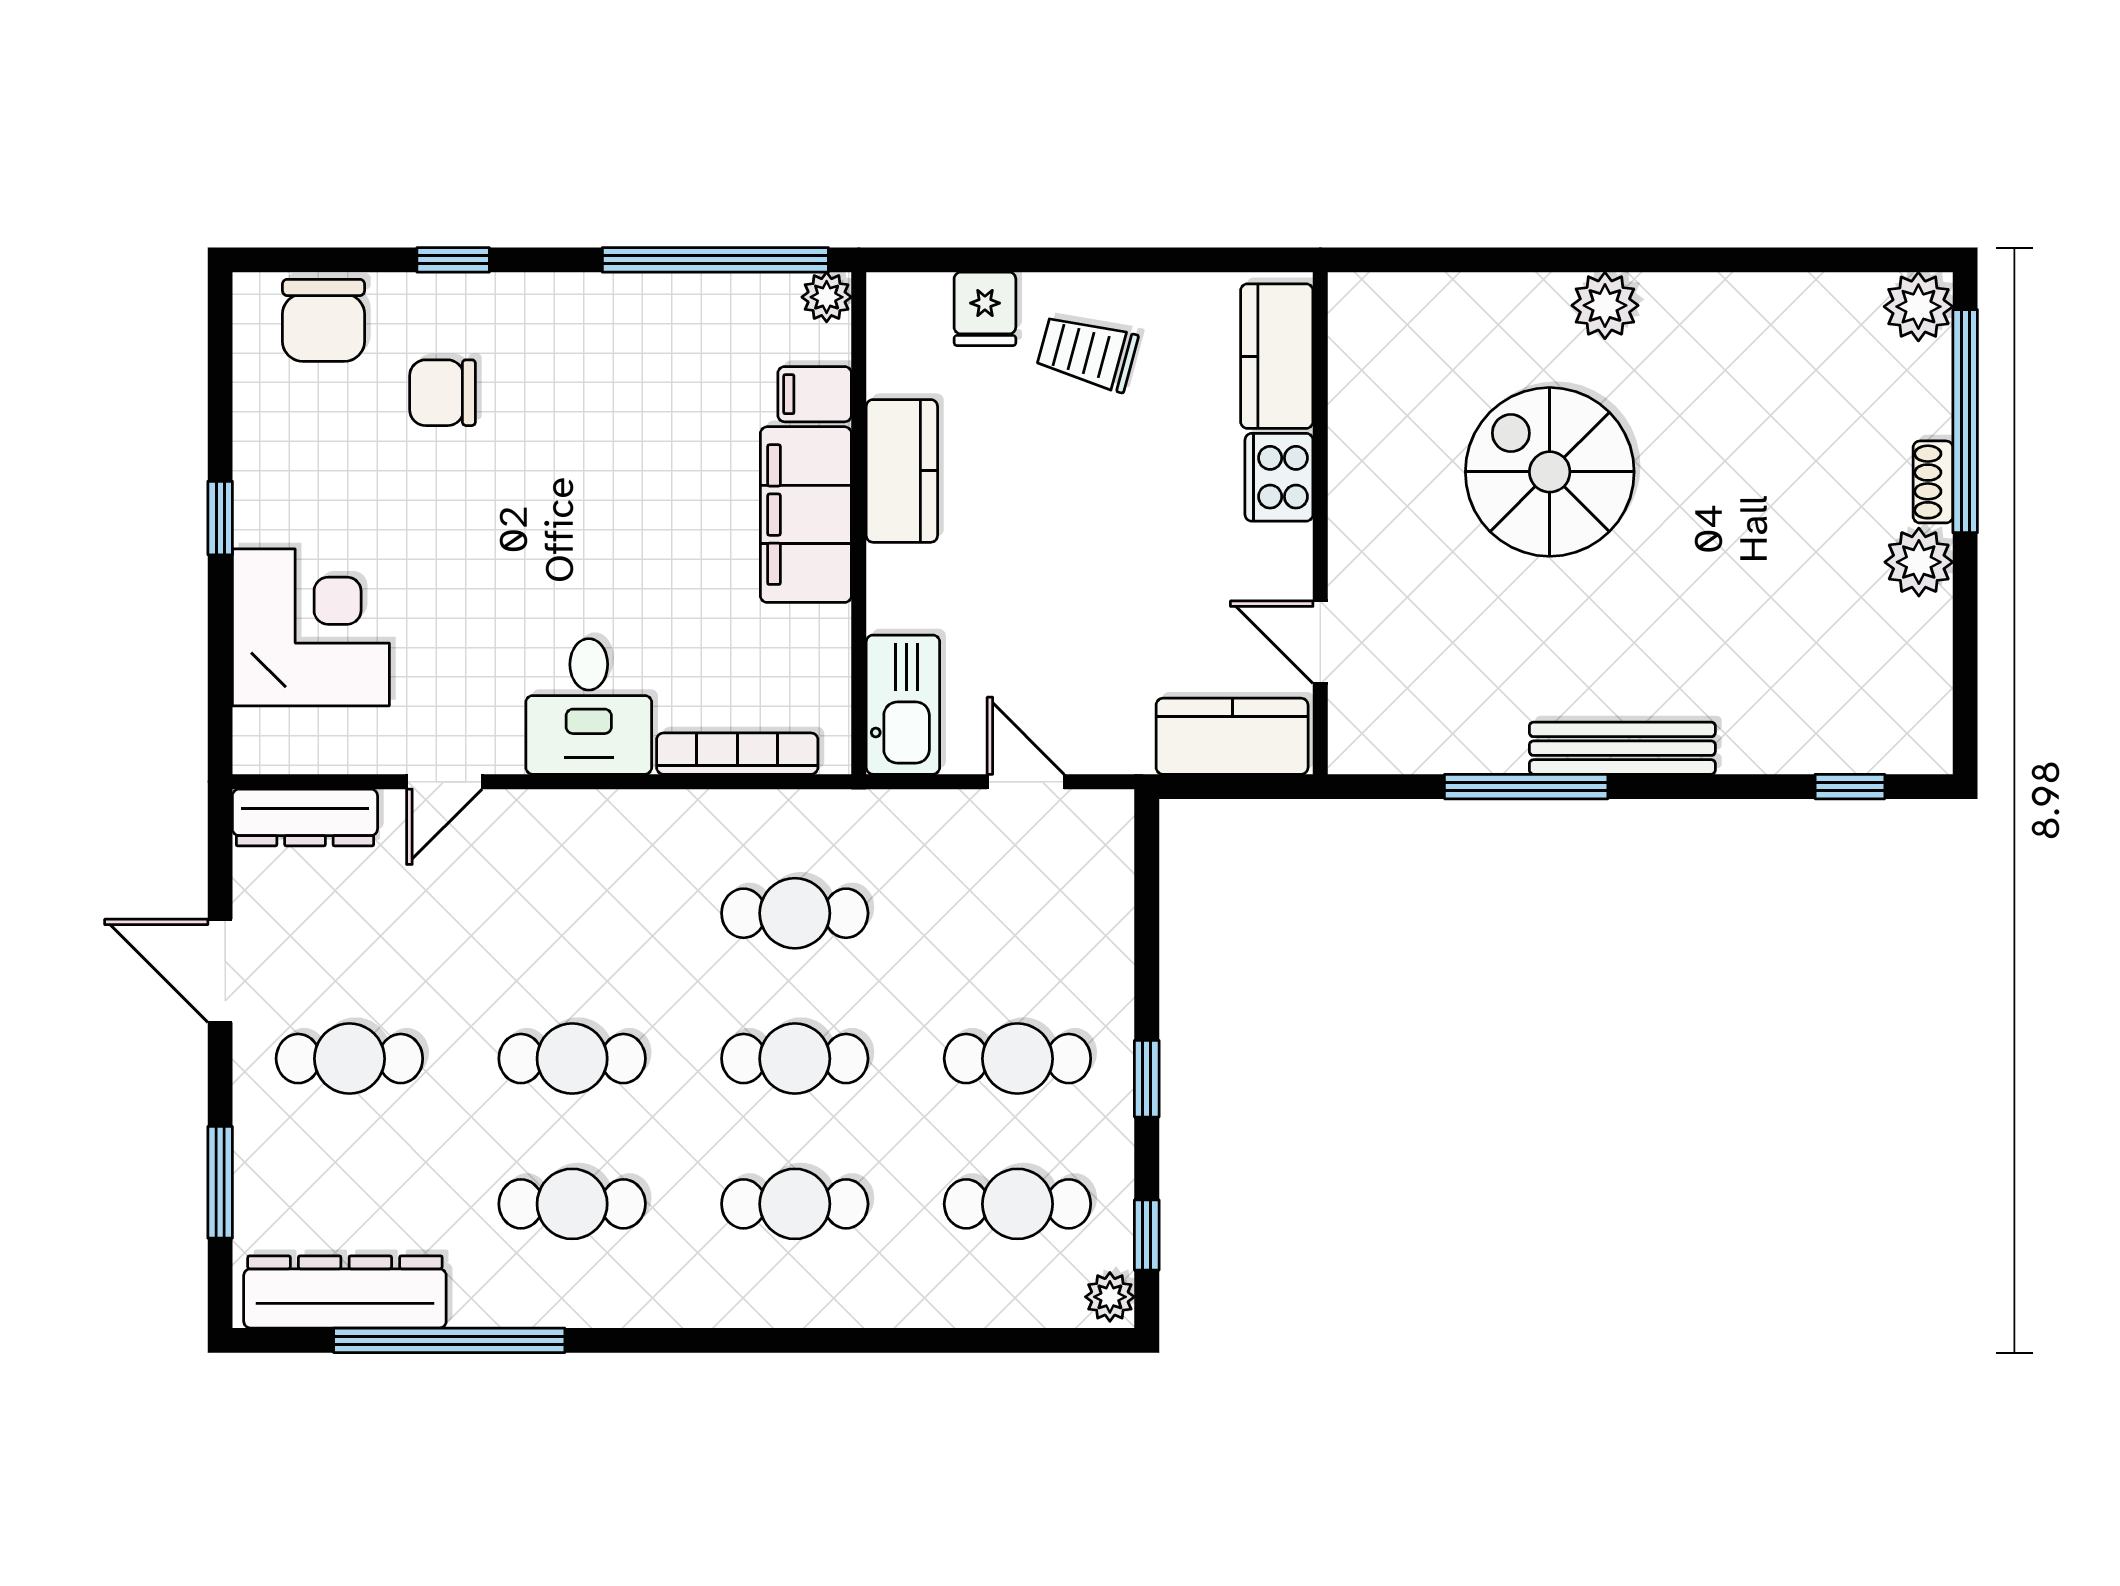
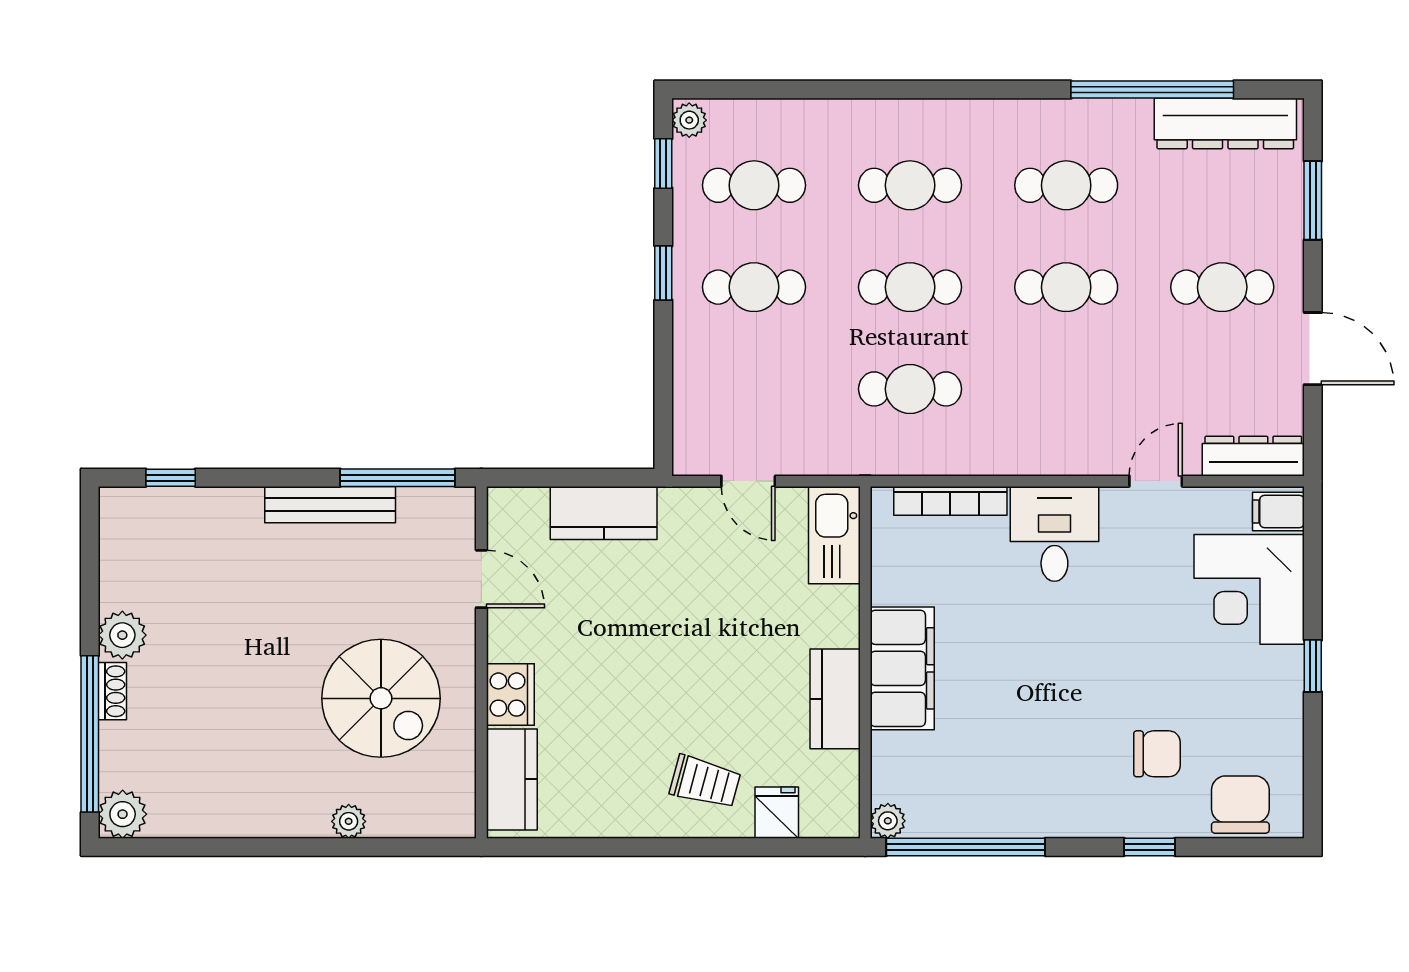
plant: (1605, 305) -> (349, 821), width x0.73, depth x0.73
kitchen counter: (1277, 356) -> (512, 779), moved
filing cabinet: (815, 394) -> (1278, 511), moved, turned 180
cooker: (1279, 477) -> (510, 695), moved
wall: (1320, 523) -> (481, 662), moved
door: (1320, 642) -> (481, 579), moved

